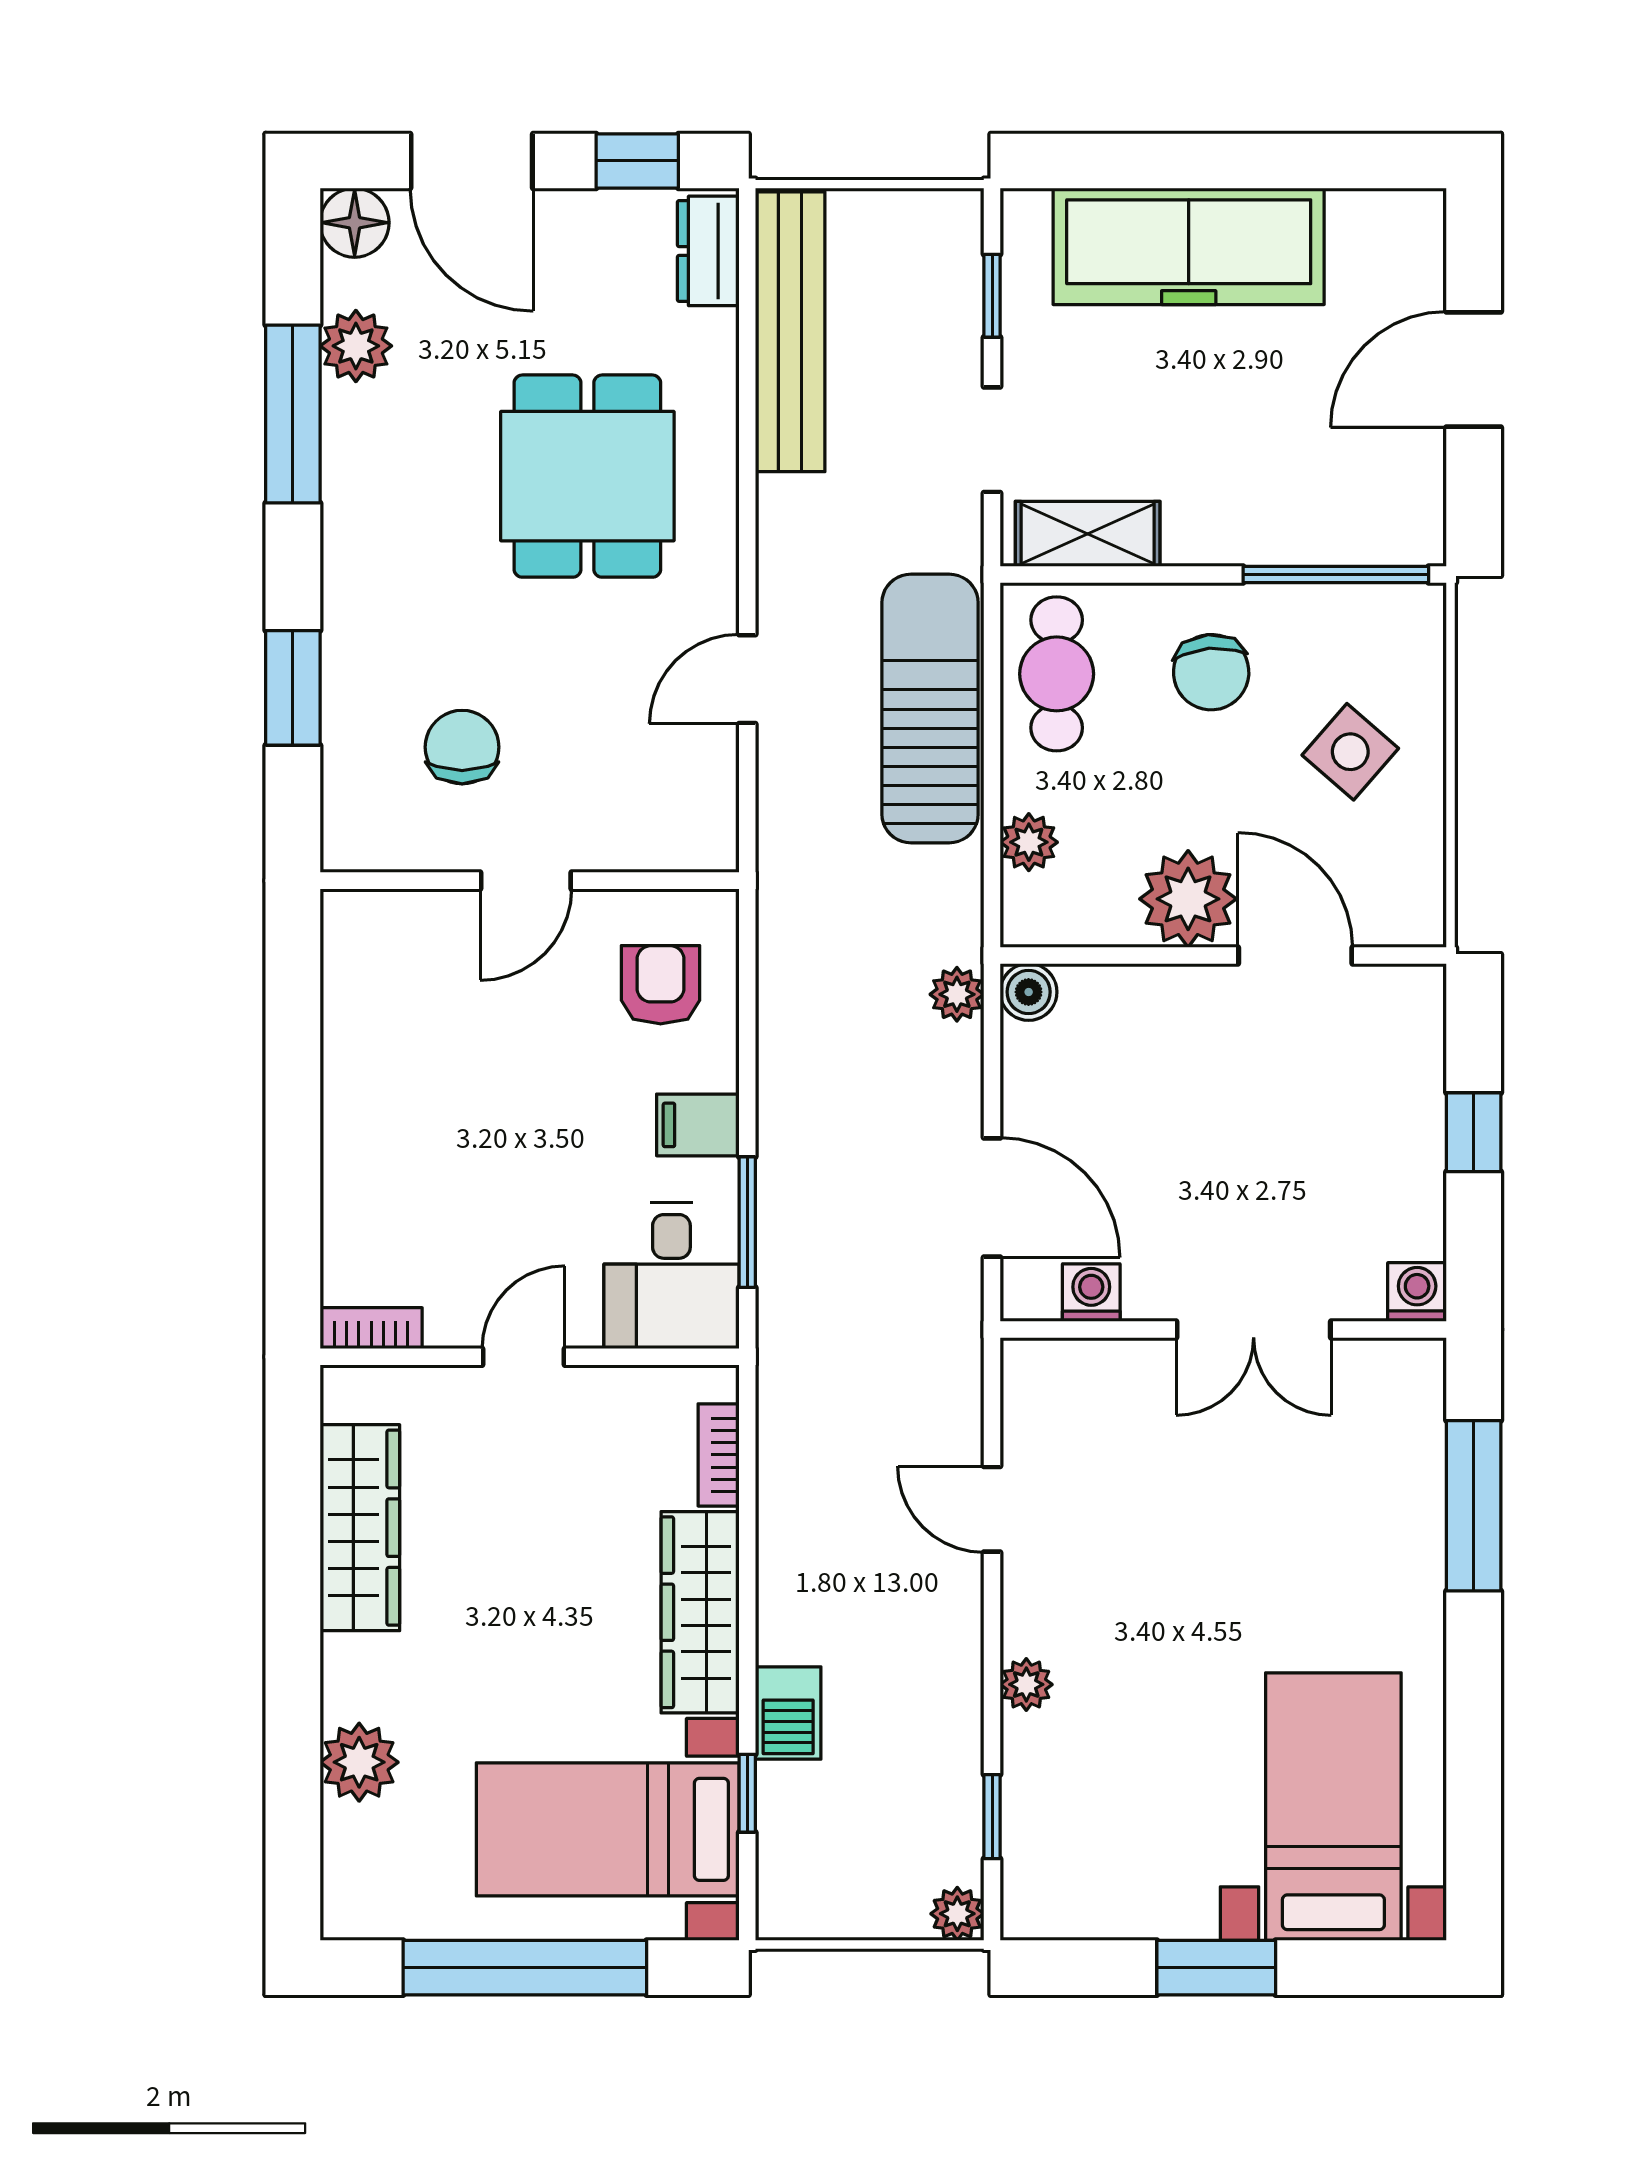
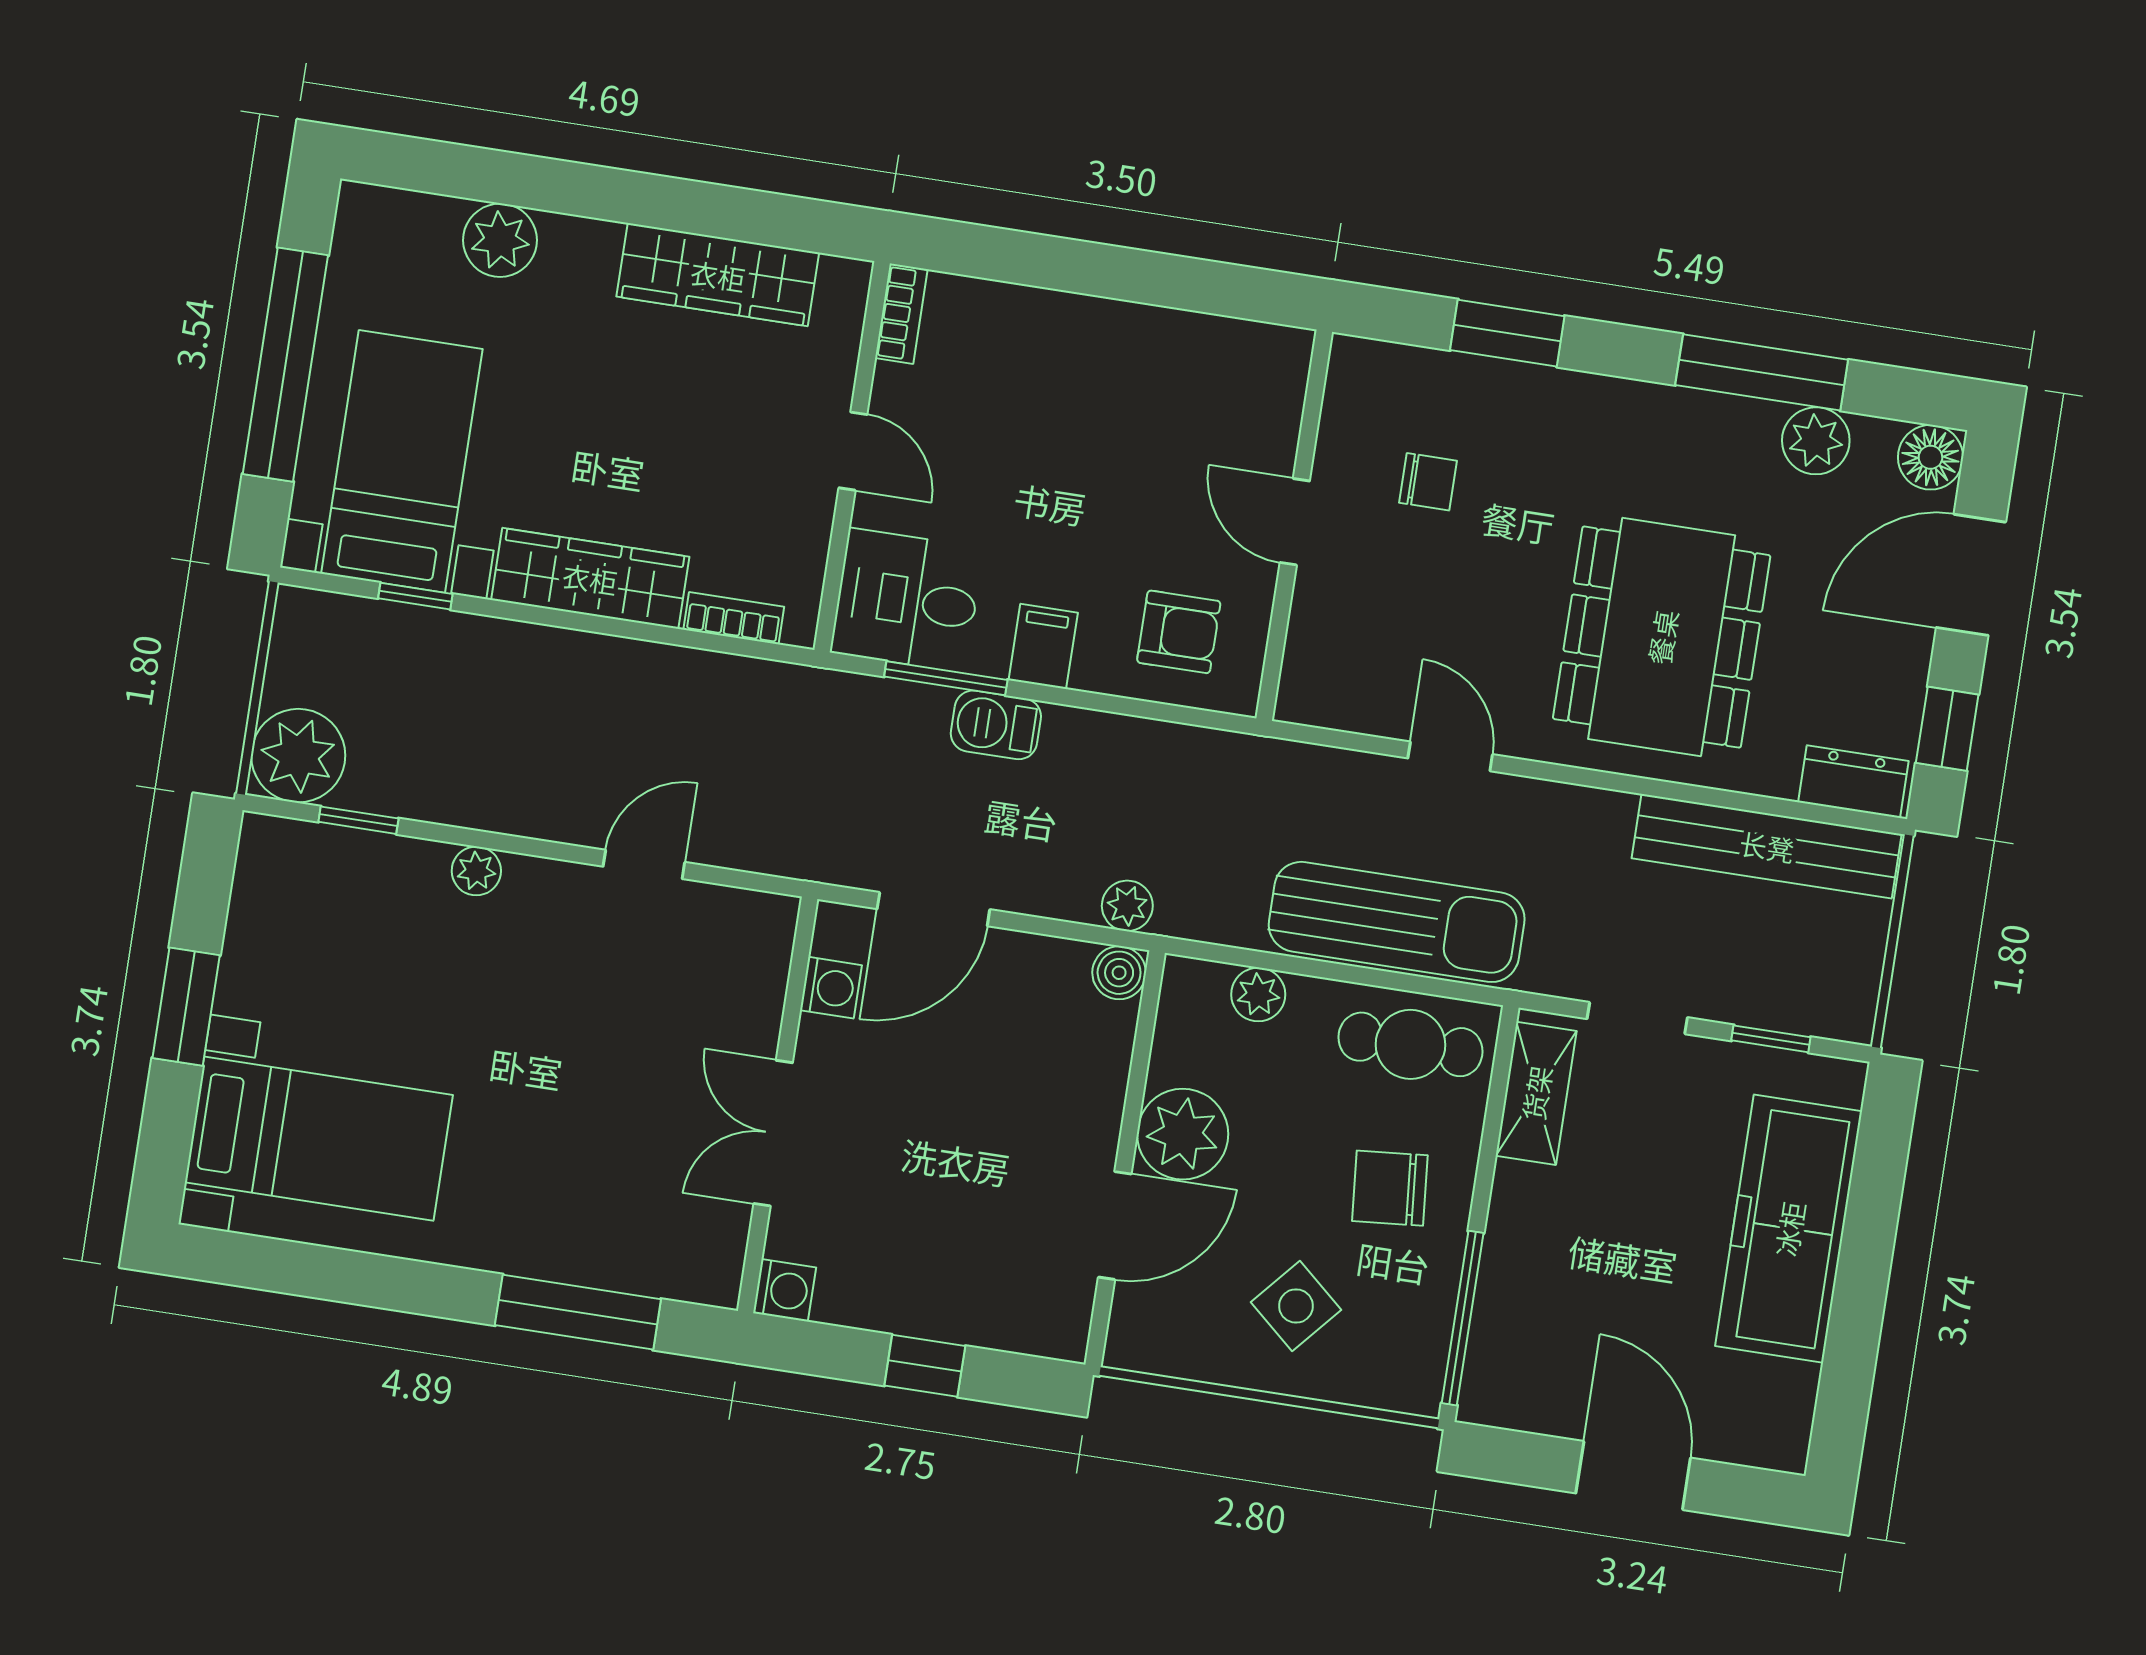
dining table: (587, 476) -> (1662, 637), width x1.38
chair: (462, 747) -> (1428, 482), width x0.73, depth x0.73
barbecue: (788, 1713) -> (996, 725), moved
plant: (957, 1914) -> (298, 756), width x1.88, depth x1.88

